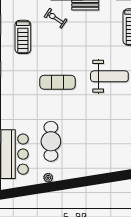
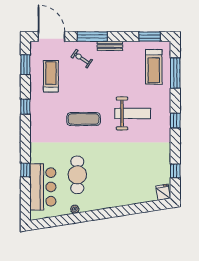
treadmill: (23, 37) -> (51, 76), turned 180

